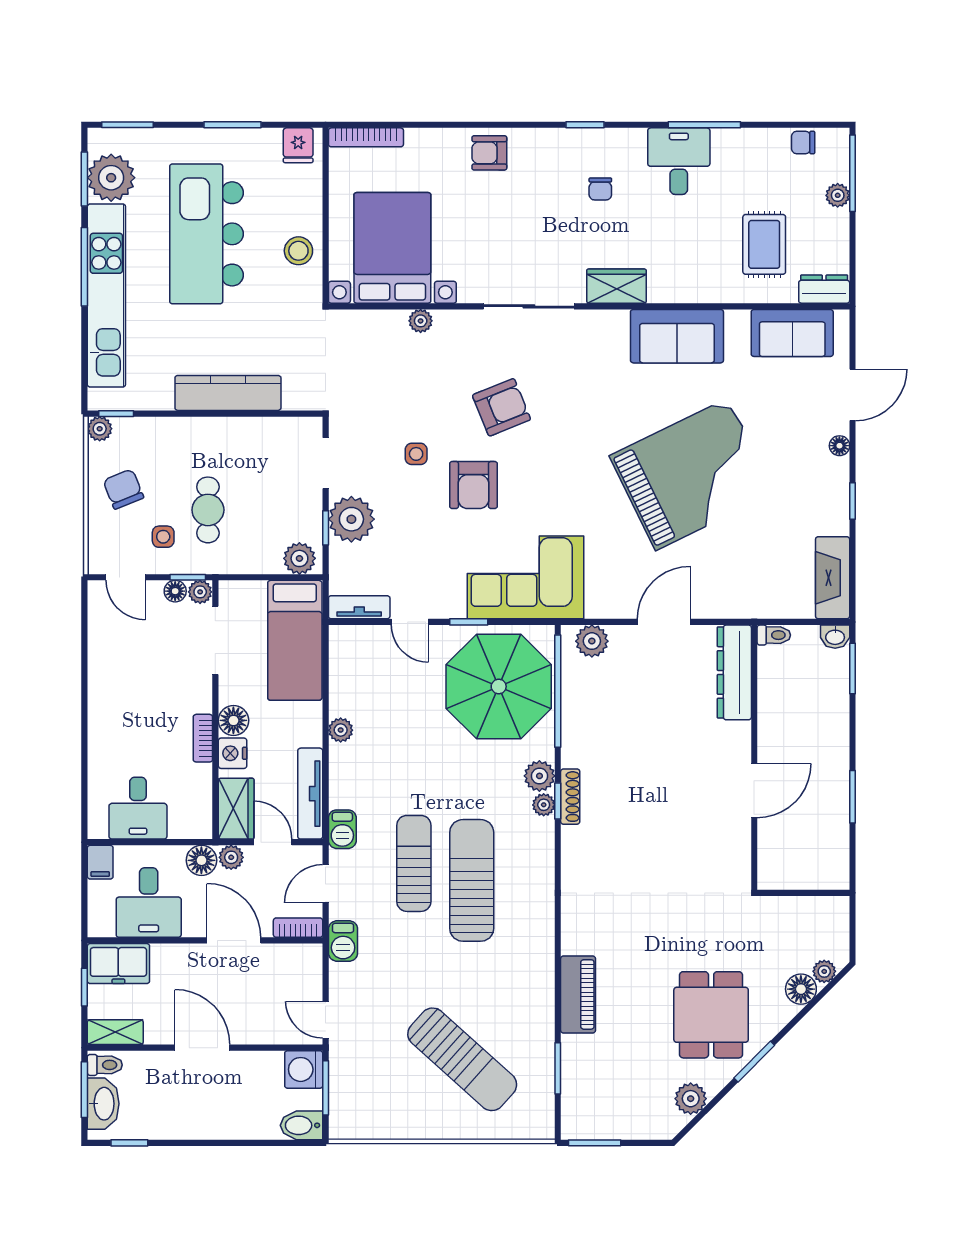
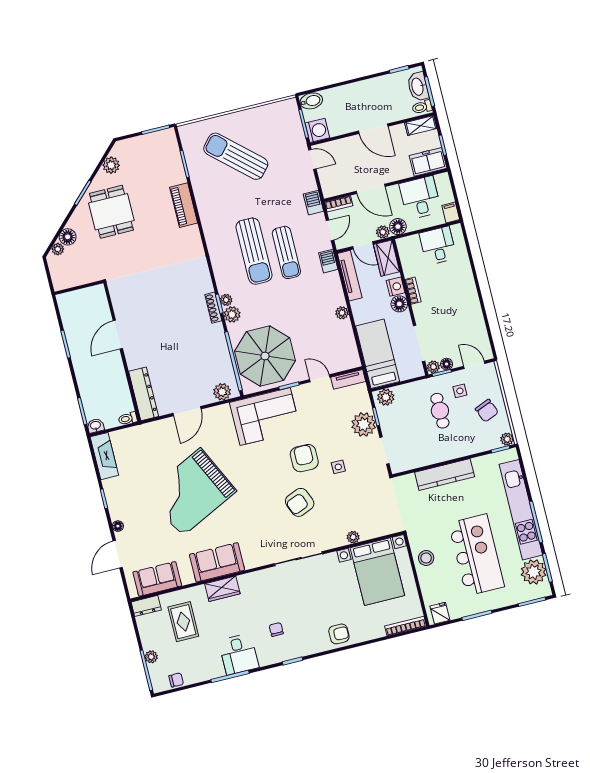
wardrobe: (616, 286) -> (222, 589), moved

